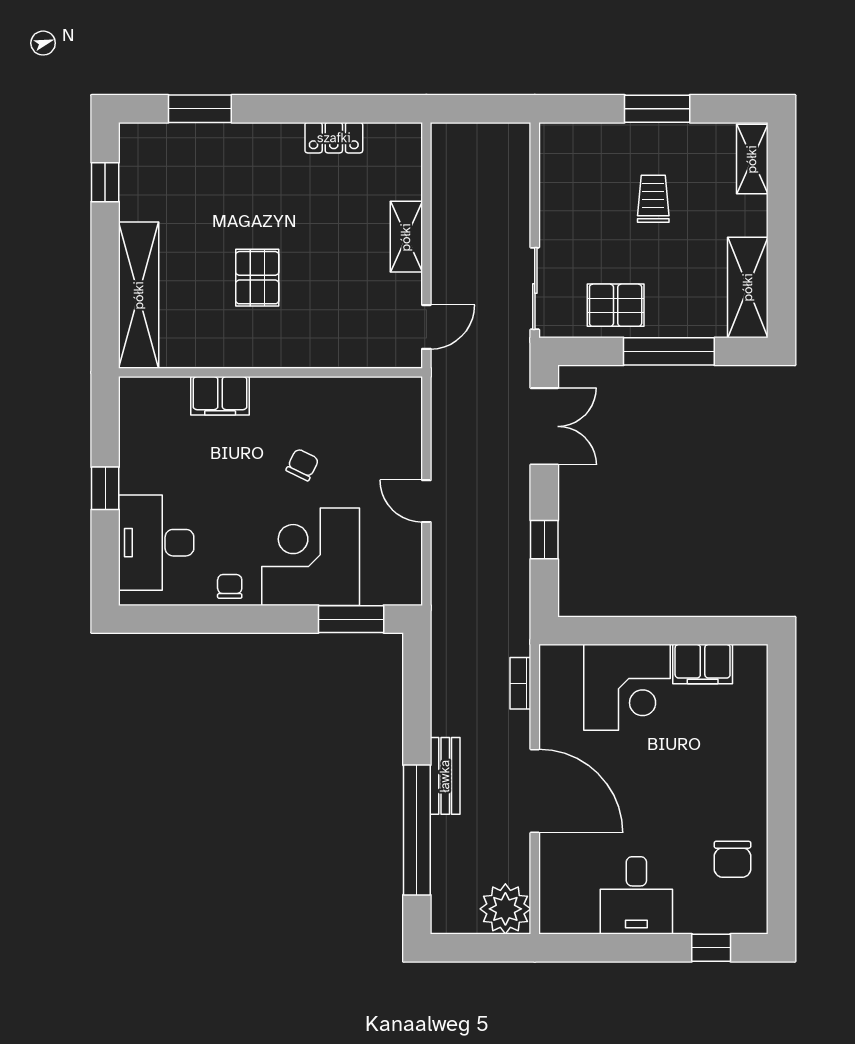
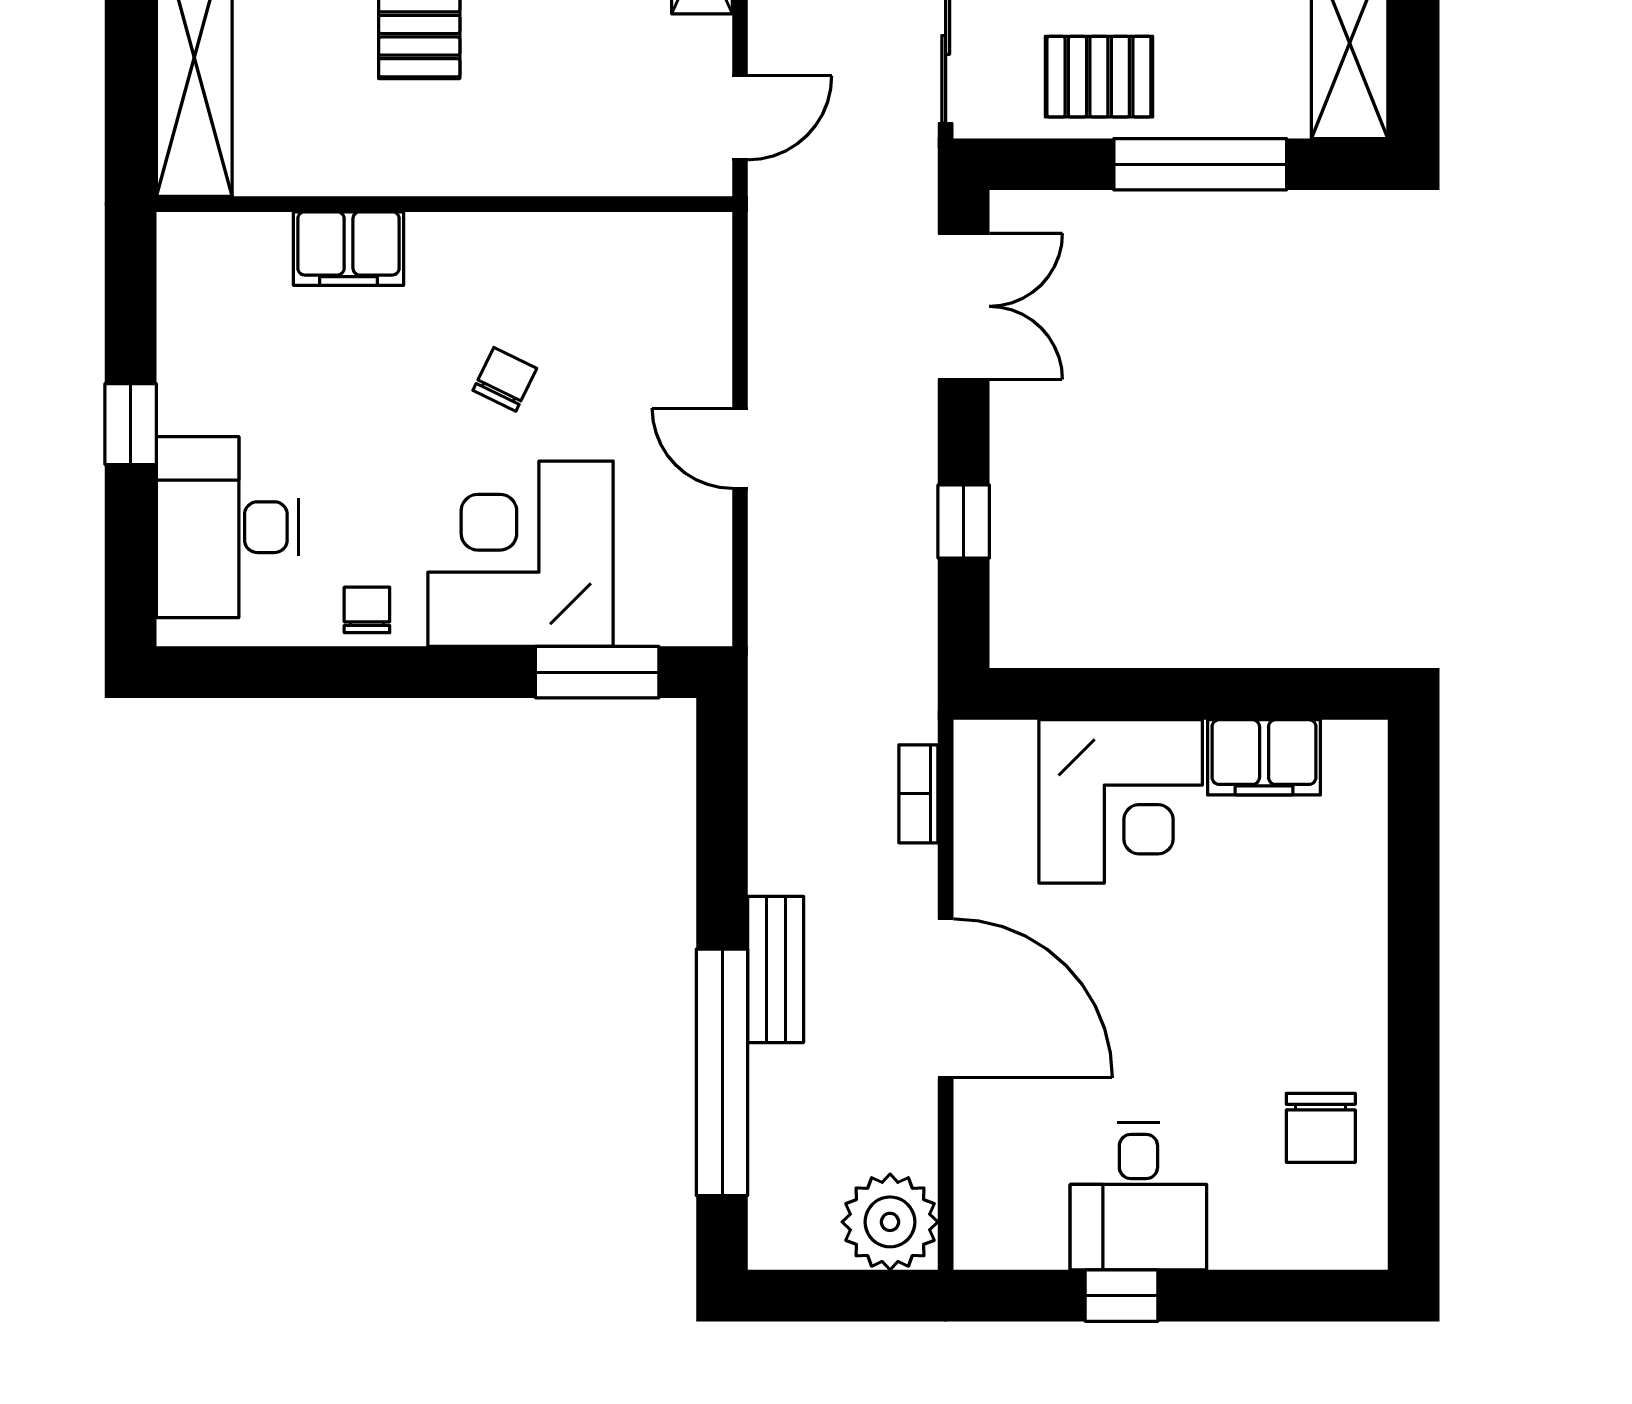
window: (711, 948) -> (1122, 1296), moved

